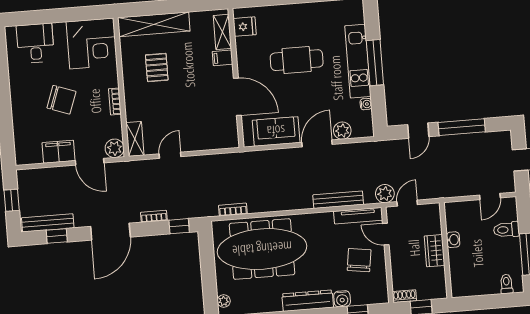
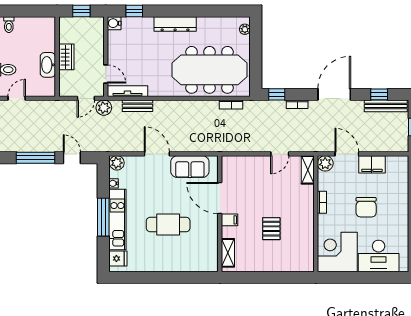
shelving: (154, 24) -> (284, 264), removed
fridge: (245, 27) -> (118, 258), moved, turned 180
desk: (35, 43) -> (379, 256), width x1.37
filing cabinet: (223, 58) -> (230, 220), moved
pallet: (157, 67) -> (271, 229), moved
chair: (61, 100) -> (366, 207), turned -110
plant: (342, 131) -> (117, 163), moved
door: (418, 131) -> (72, 158), hinge flipped
door: (317, 143) -> (157, 154), swing flipped
bench: (338, 200) -> (137, 106), width x0.73
washbasin: (453, 240) -> (48, 65), width x1.91, depth x1.45
chair: (359, 260) -> (130, 54), removed
shoe rack: (404, 296) -> (94, 21), removed
water cooler: (342, 299) -> (114, 23), moved, turned -90

